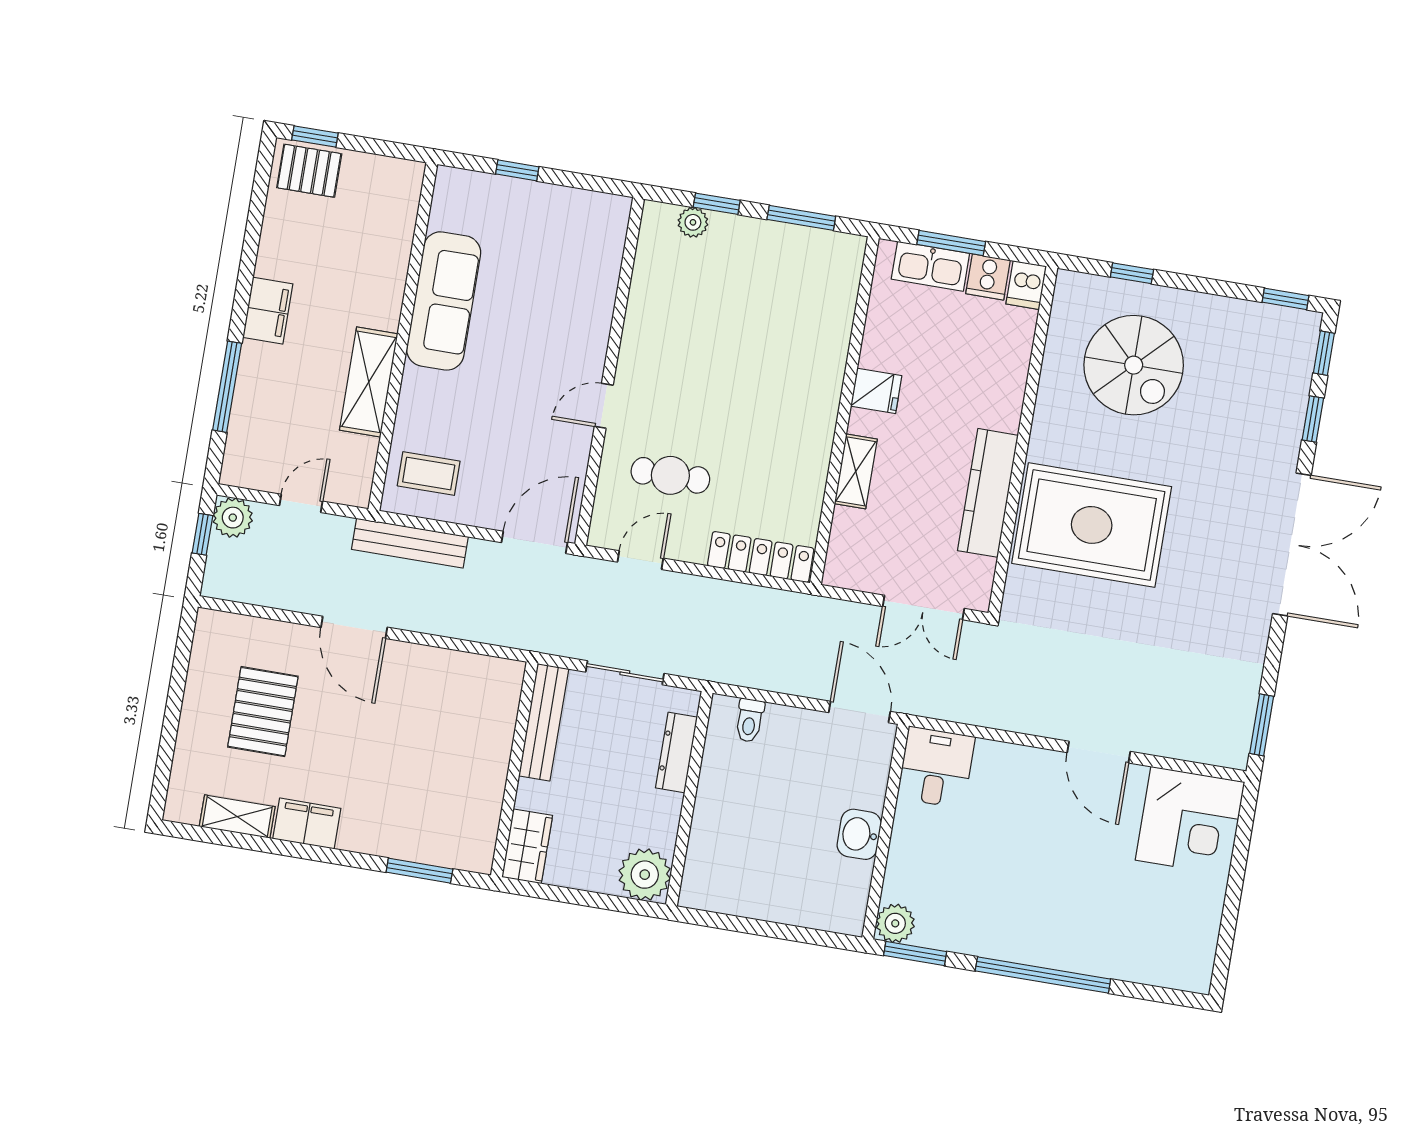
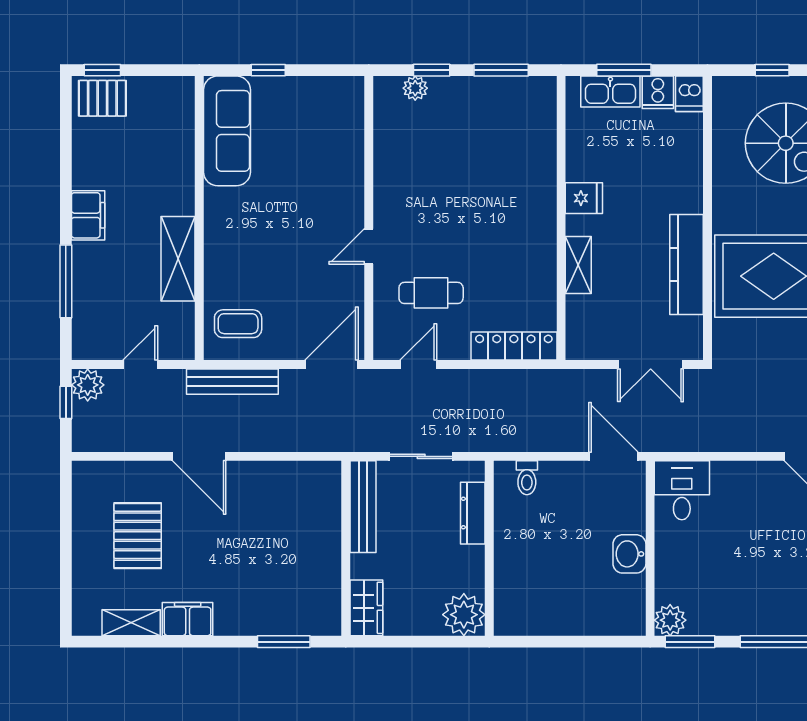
sofa: (444, 301) -> (227, 131), moved

